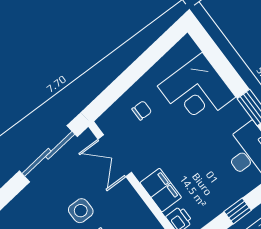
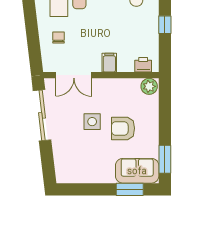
filing cabinet: (161, 190) -> (109, 63), width x0.50

